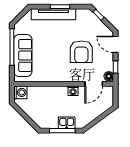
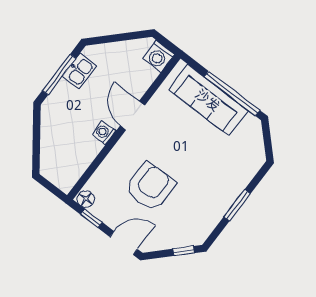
tv unit: (54, 14) -> (233, 188), removed
armchair: (81, 52) -> (150, 187), turned 90
door: (94, 84) -> (133, 116), moved
kitchen sink: (67, 123) -> (80, 71), moved

